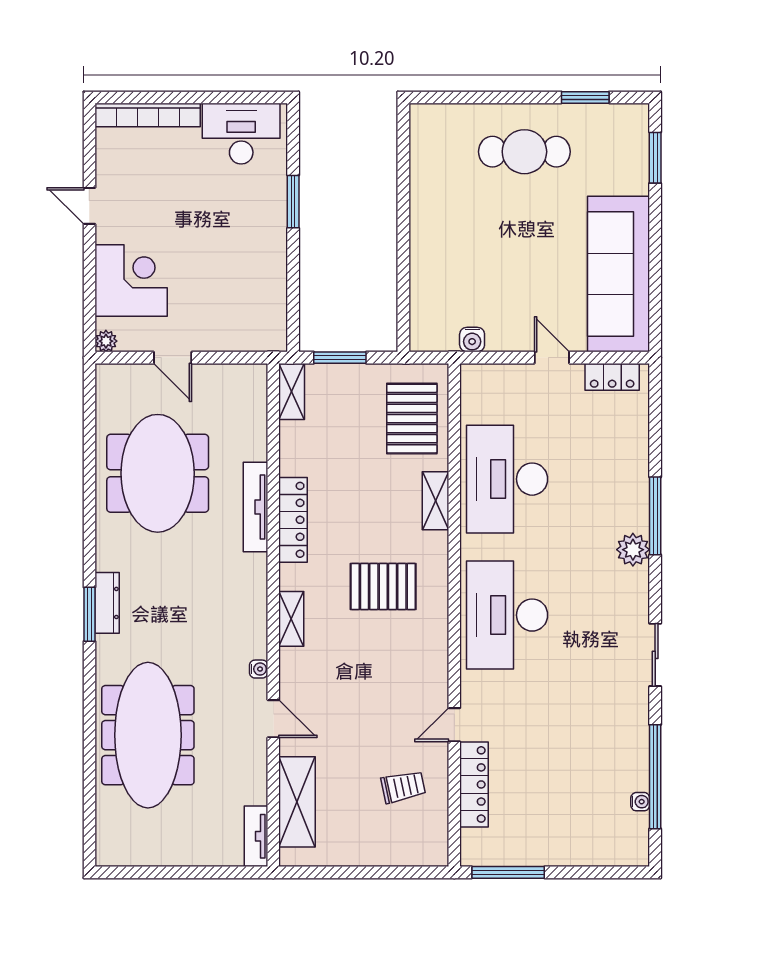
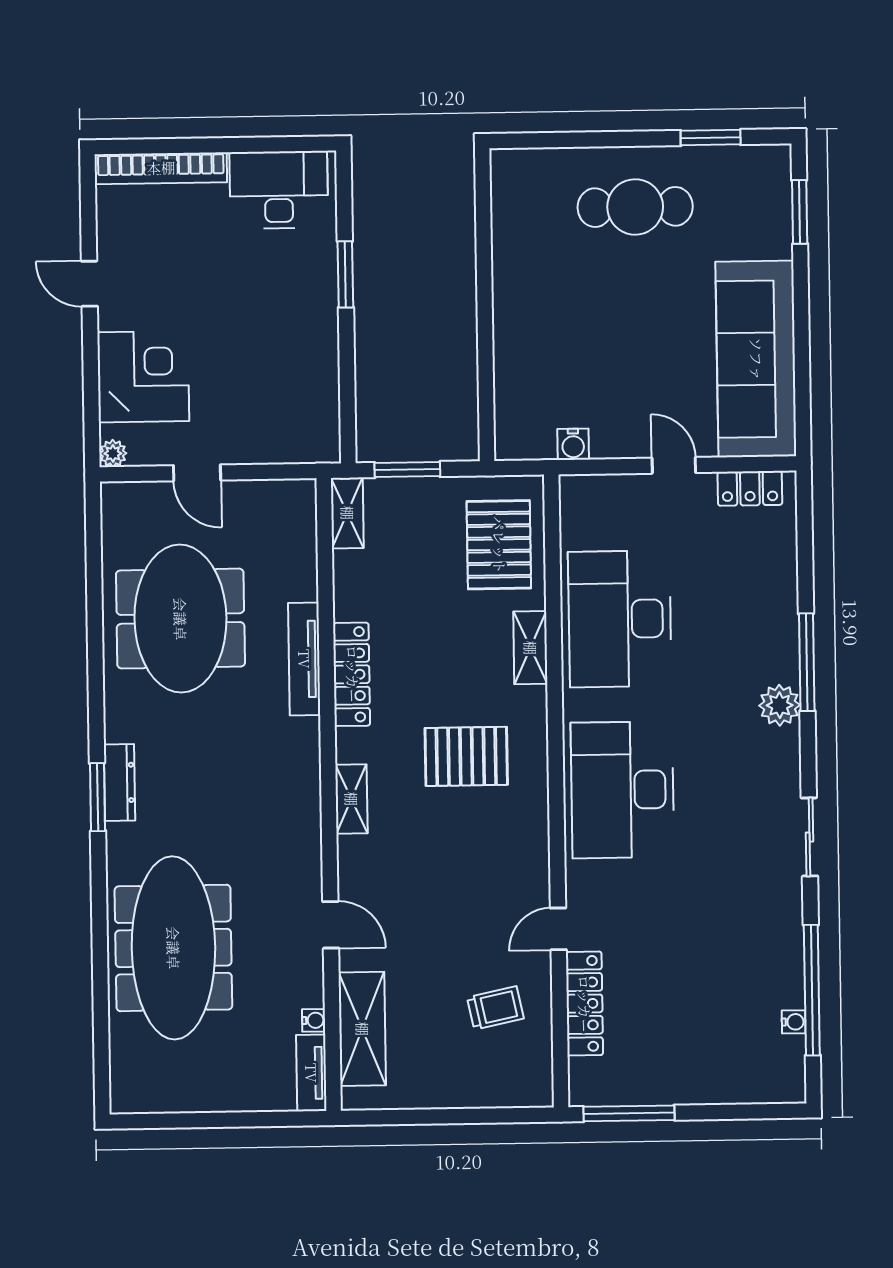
water cooler: (259, 669) -> (314, 1020), moved

